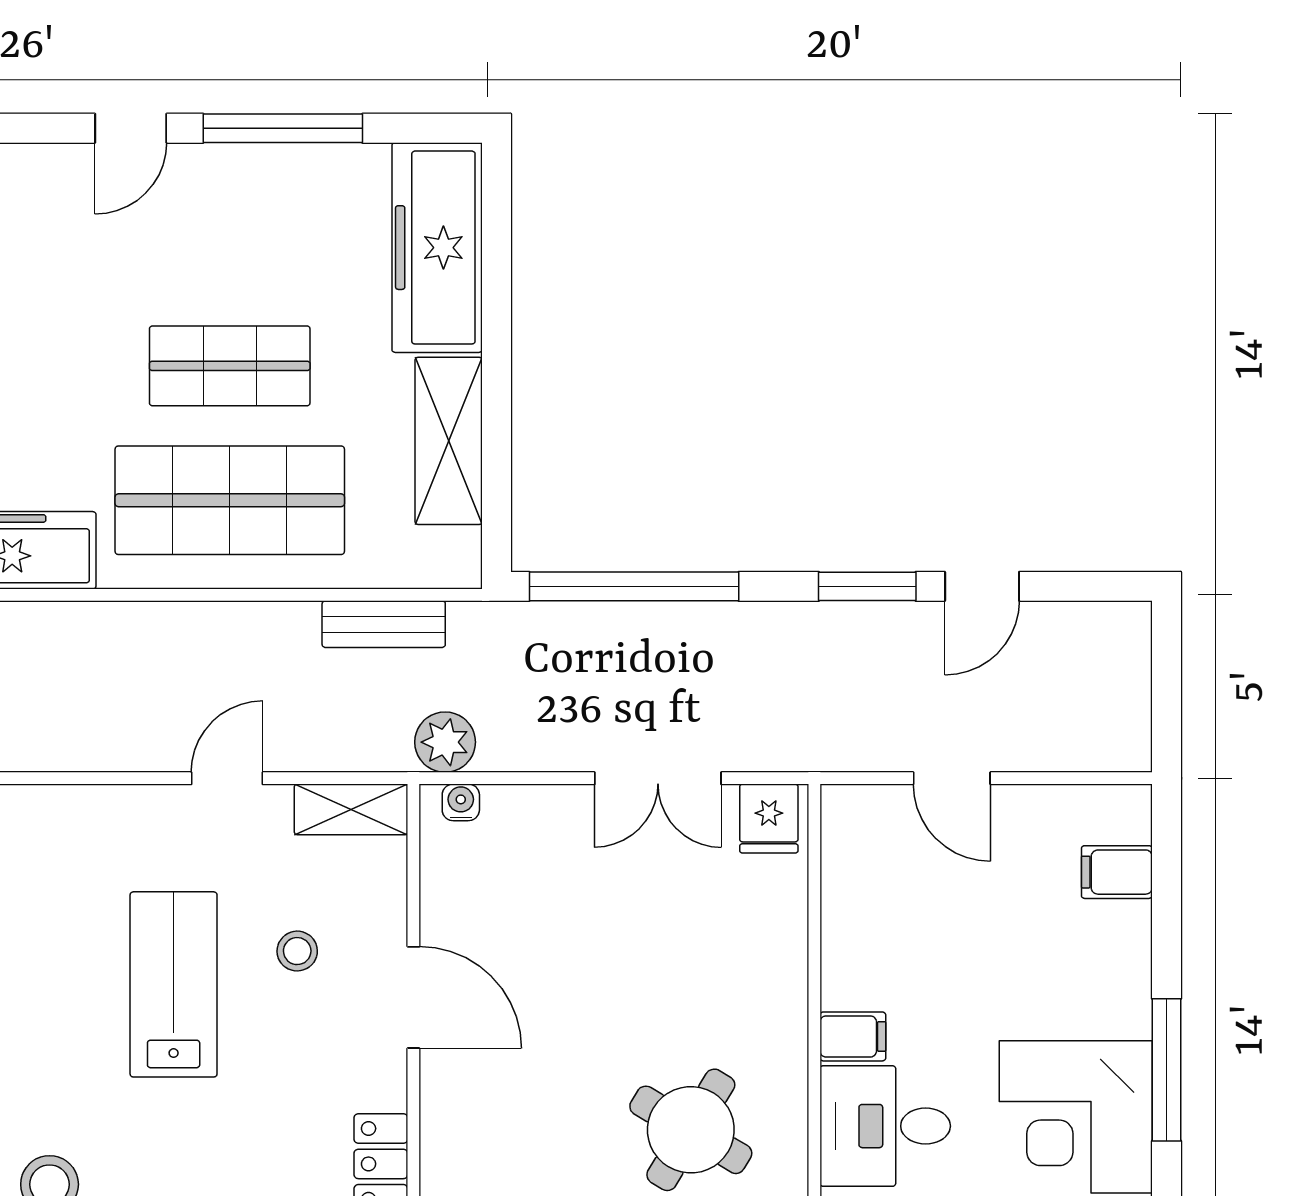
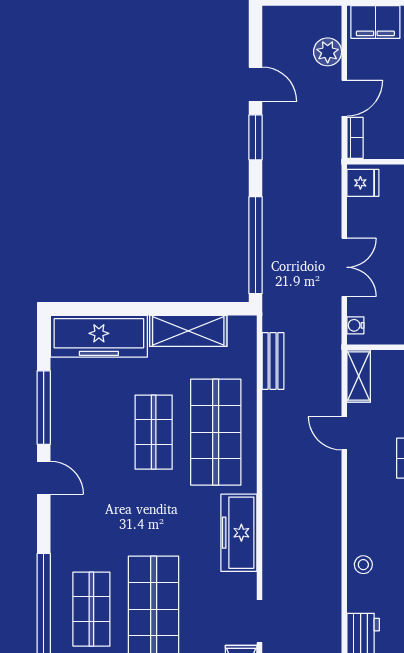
plant: (445, 742) -> (328, 52), moved
double door: (658, 778) -> (344, 267), moved
bookcase: (866, 802) -> (355, 138), added
filing cabinet: (1117, 872) -> (375, 22), width x2.00

